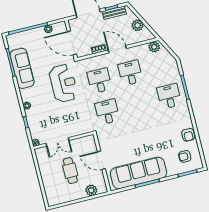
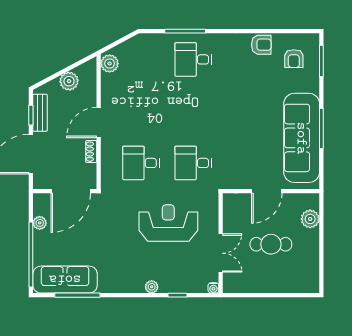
sofa: (22, 68) -> (65, 280), moved
desk: (130, 73) -> (141, 111), removed
reception desk: (63, 83) -> (168, 223), moved

